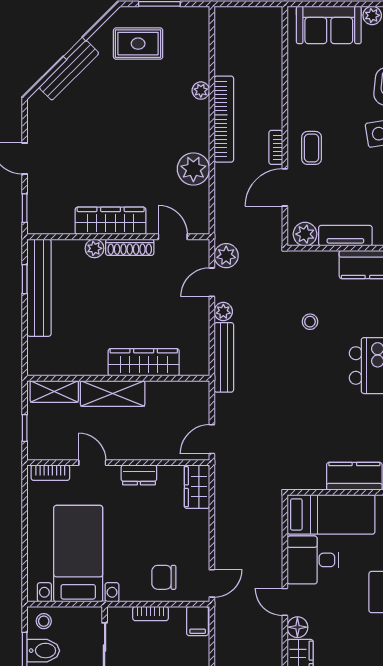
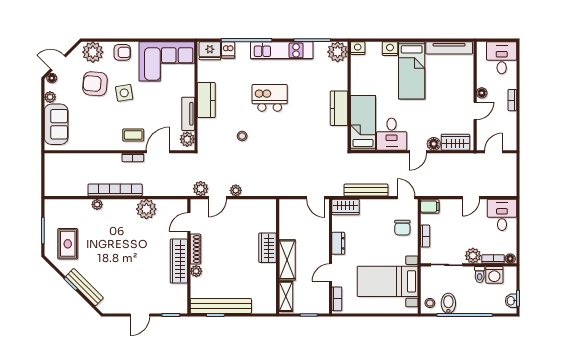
door: (285, 187) -> (158, 152), swing flipped
door: (212, 282) -> (217, 198), hinge flipped
bench: (224, 357) -> (366, 190), moved
wardrobe: (144, 362) -> (268, 248), width x0.67

